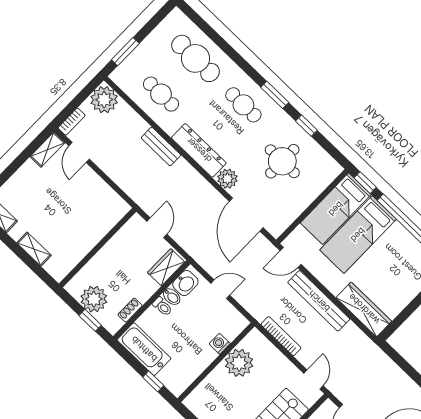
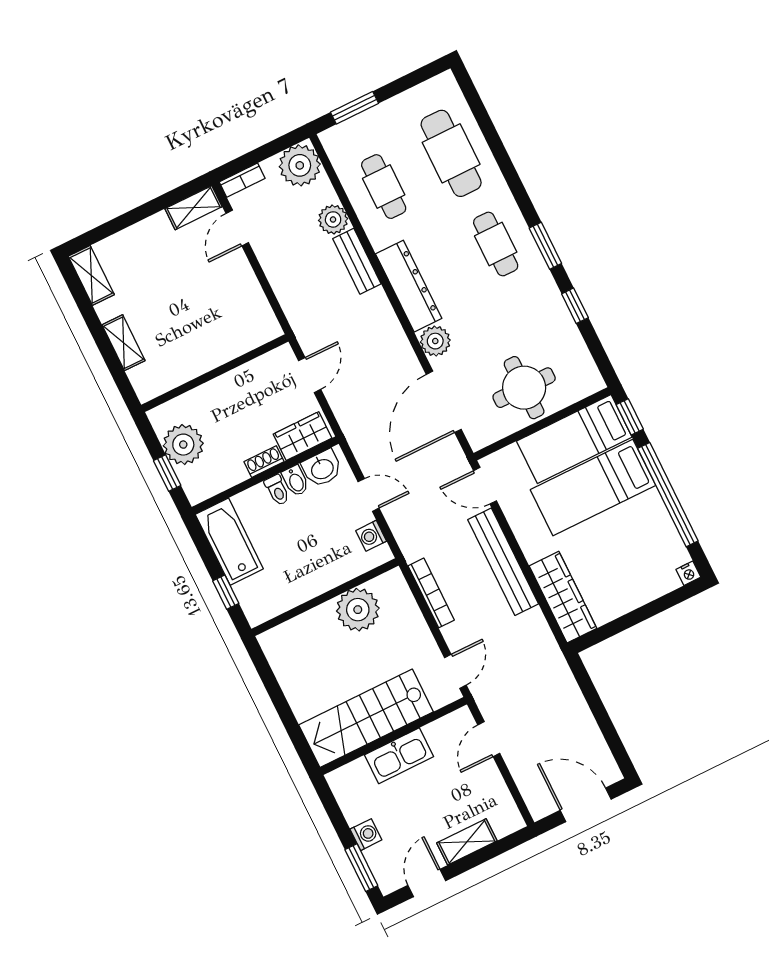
plant: (137, 126) -> (333, 219), added
round table: (282, 161) -> (524, 388), moved
shoe rack: (130, 310) -> (264, 462), moved
washing machine: (220, 344) -> (371, 536), moved, turned -90

